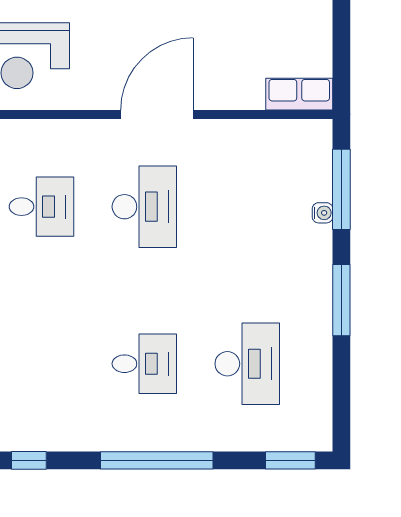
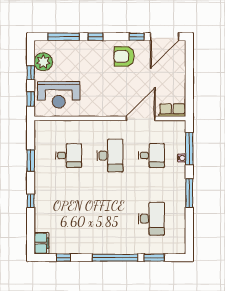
door: (157, 114) -> (141, 118), moved
desk: (144, 364) -> (151, 156), moved
window: (290, 460) -> (154, 258), moved

